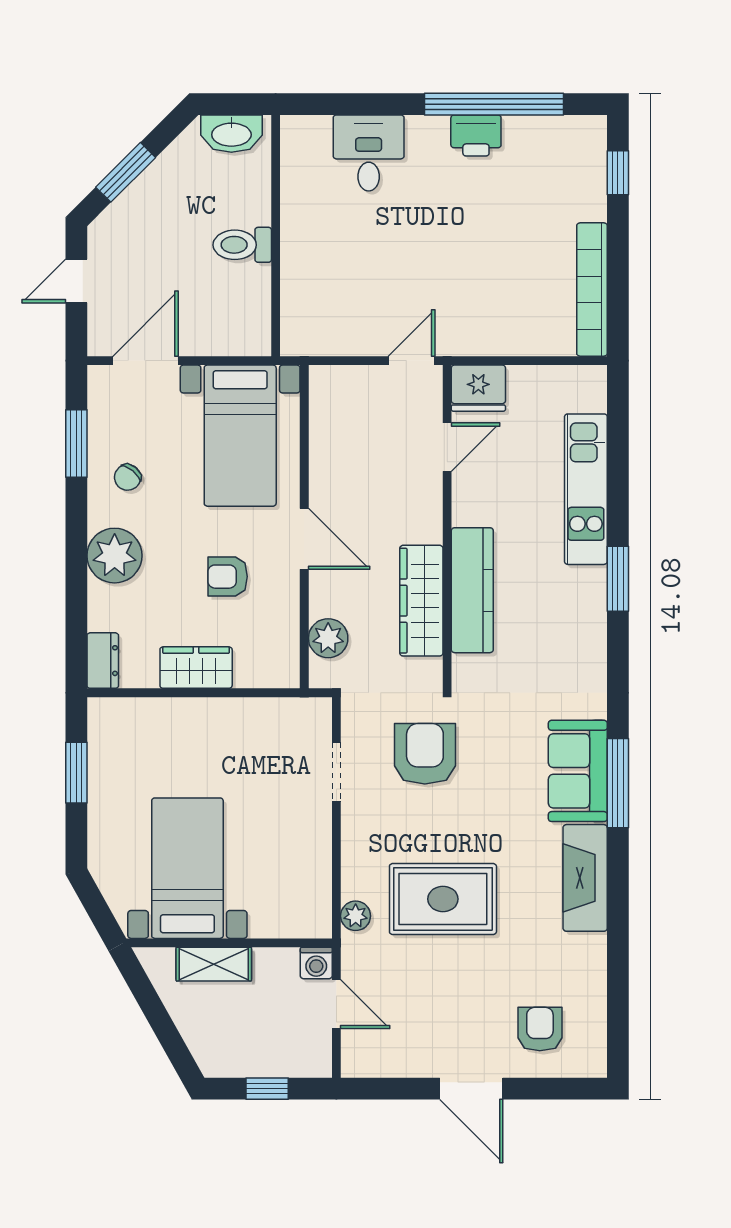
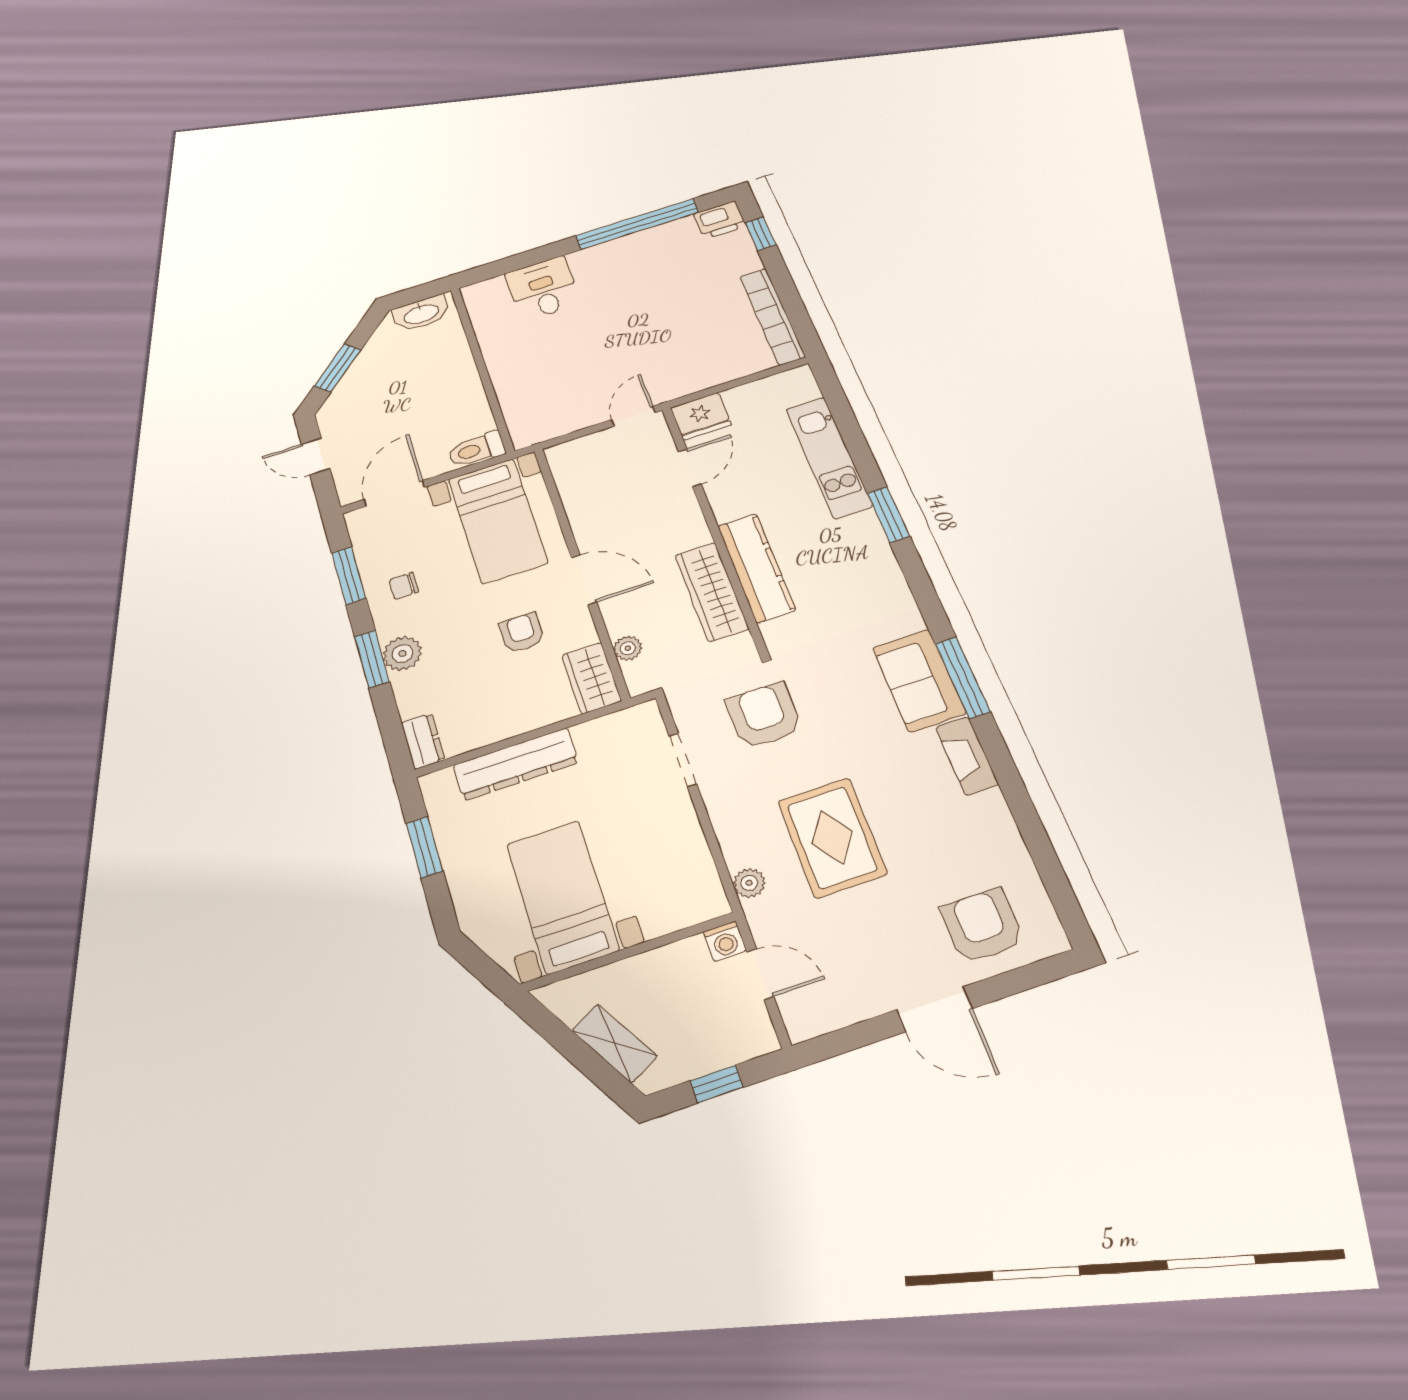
printer: (476, 135) -> (720, 220), moved
toilet: (242, 245) -> (476, 449), moved
door: (76, 281) -> (316, 456), hinge flipped
chair: (128, 477) -> (404, 586), turned 51
window: (76, 551) -> (372, 659), added
plant: (115, 556) -> (402, 653), width x0.73, depth x0.73
armchair: (228, 577) -> (522, 633), turned 90
plant: (328, 638) -> (628, 648), width x0.73, depth x0.73
wardrobe: (196, 668) -> (591, 678), moved, turned -90
dresser: (183, 718) -> (516, 764), added
fireplace: (585, 878) -> (967, 756), width x0.73, depth x0.76
rug: (443, 899) -> (832, 837), turned 90
shelving: (214, 964) -> (614, 1043), moved, turned 61
armchair: (540, 1029) -> (982, 926), width x1.38, depth x1.38

